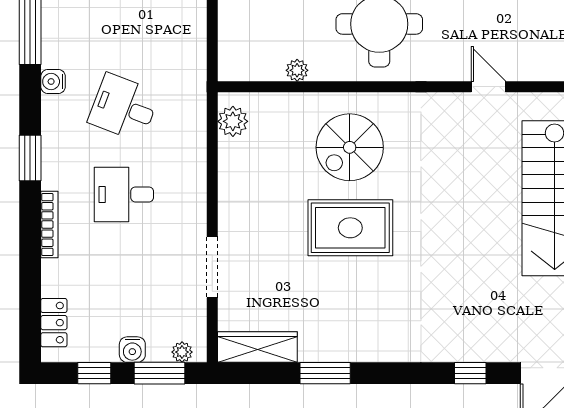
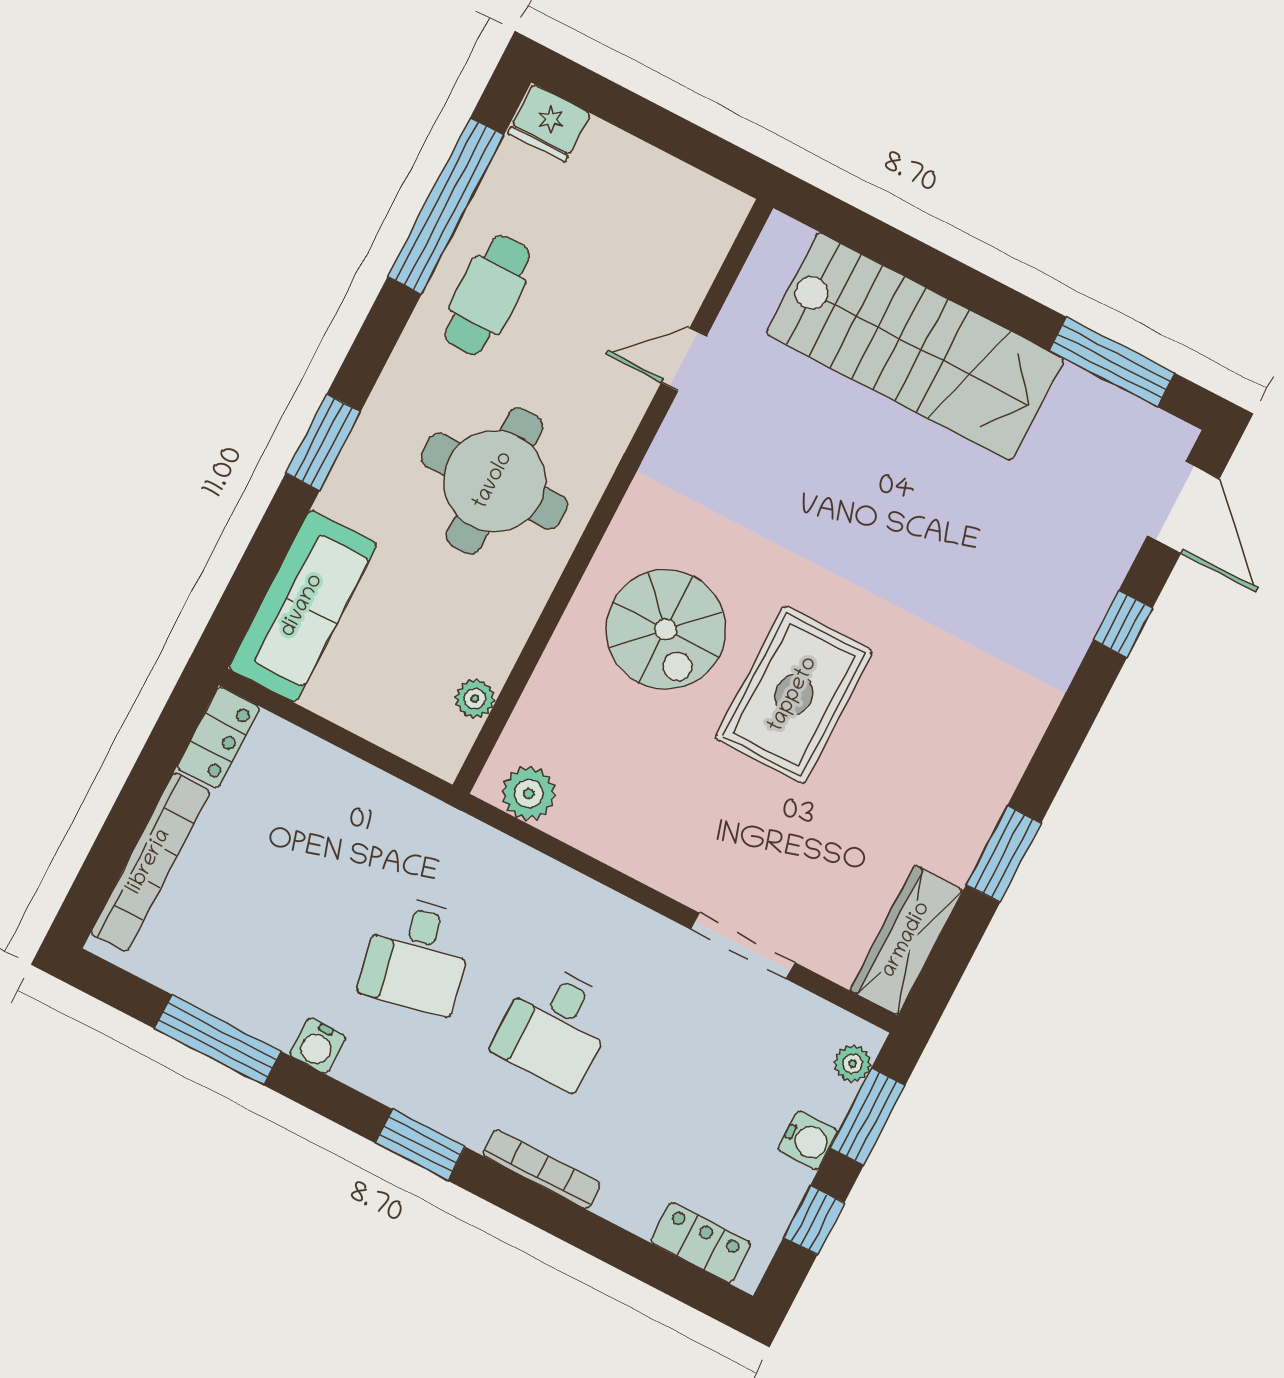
plant: (297, 70) -> (475, 699), moved
desk: (124, 107) -> (417, 955), turned -33

